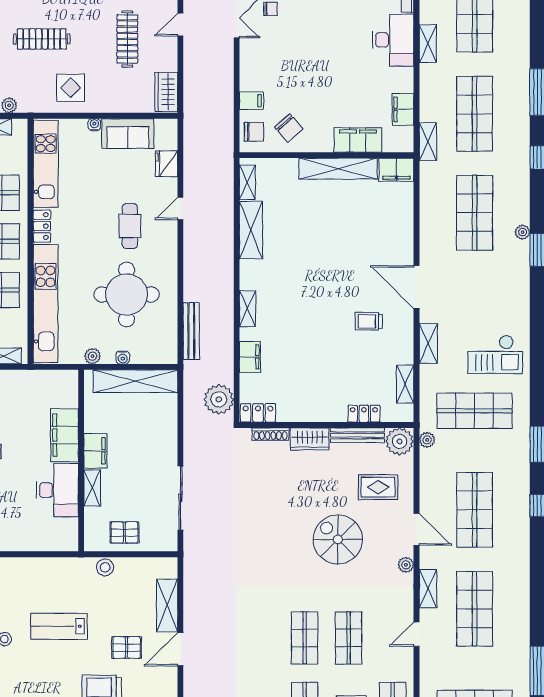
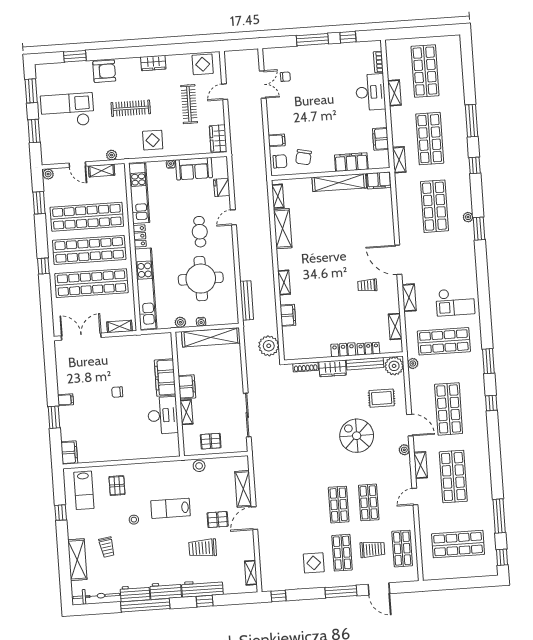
chair: (289, 128) -> (304, 157), turned 53
locker: (258, 413) -> (343, 350), moved

